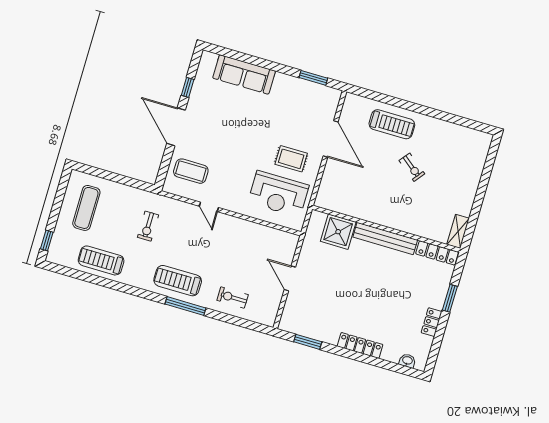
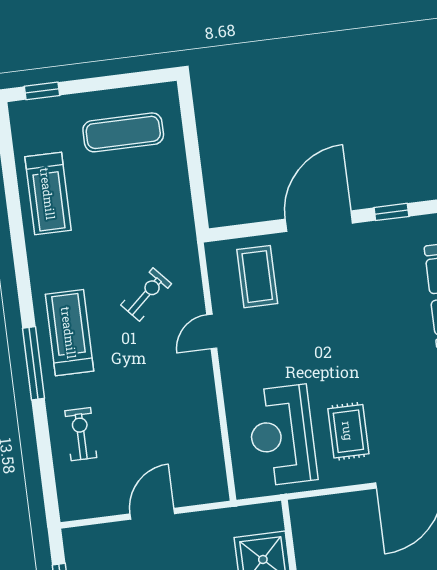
exercise bike: (148, 226) -> (146, 294), moved, turned 138
treadmill: (101, 260) -> (48, 194), turned 180

